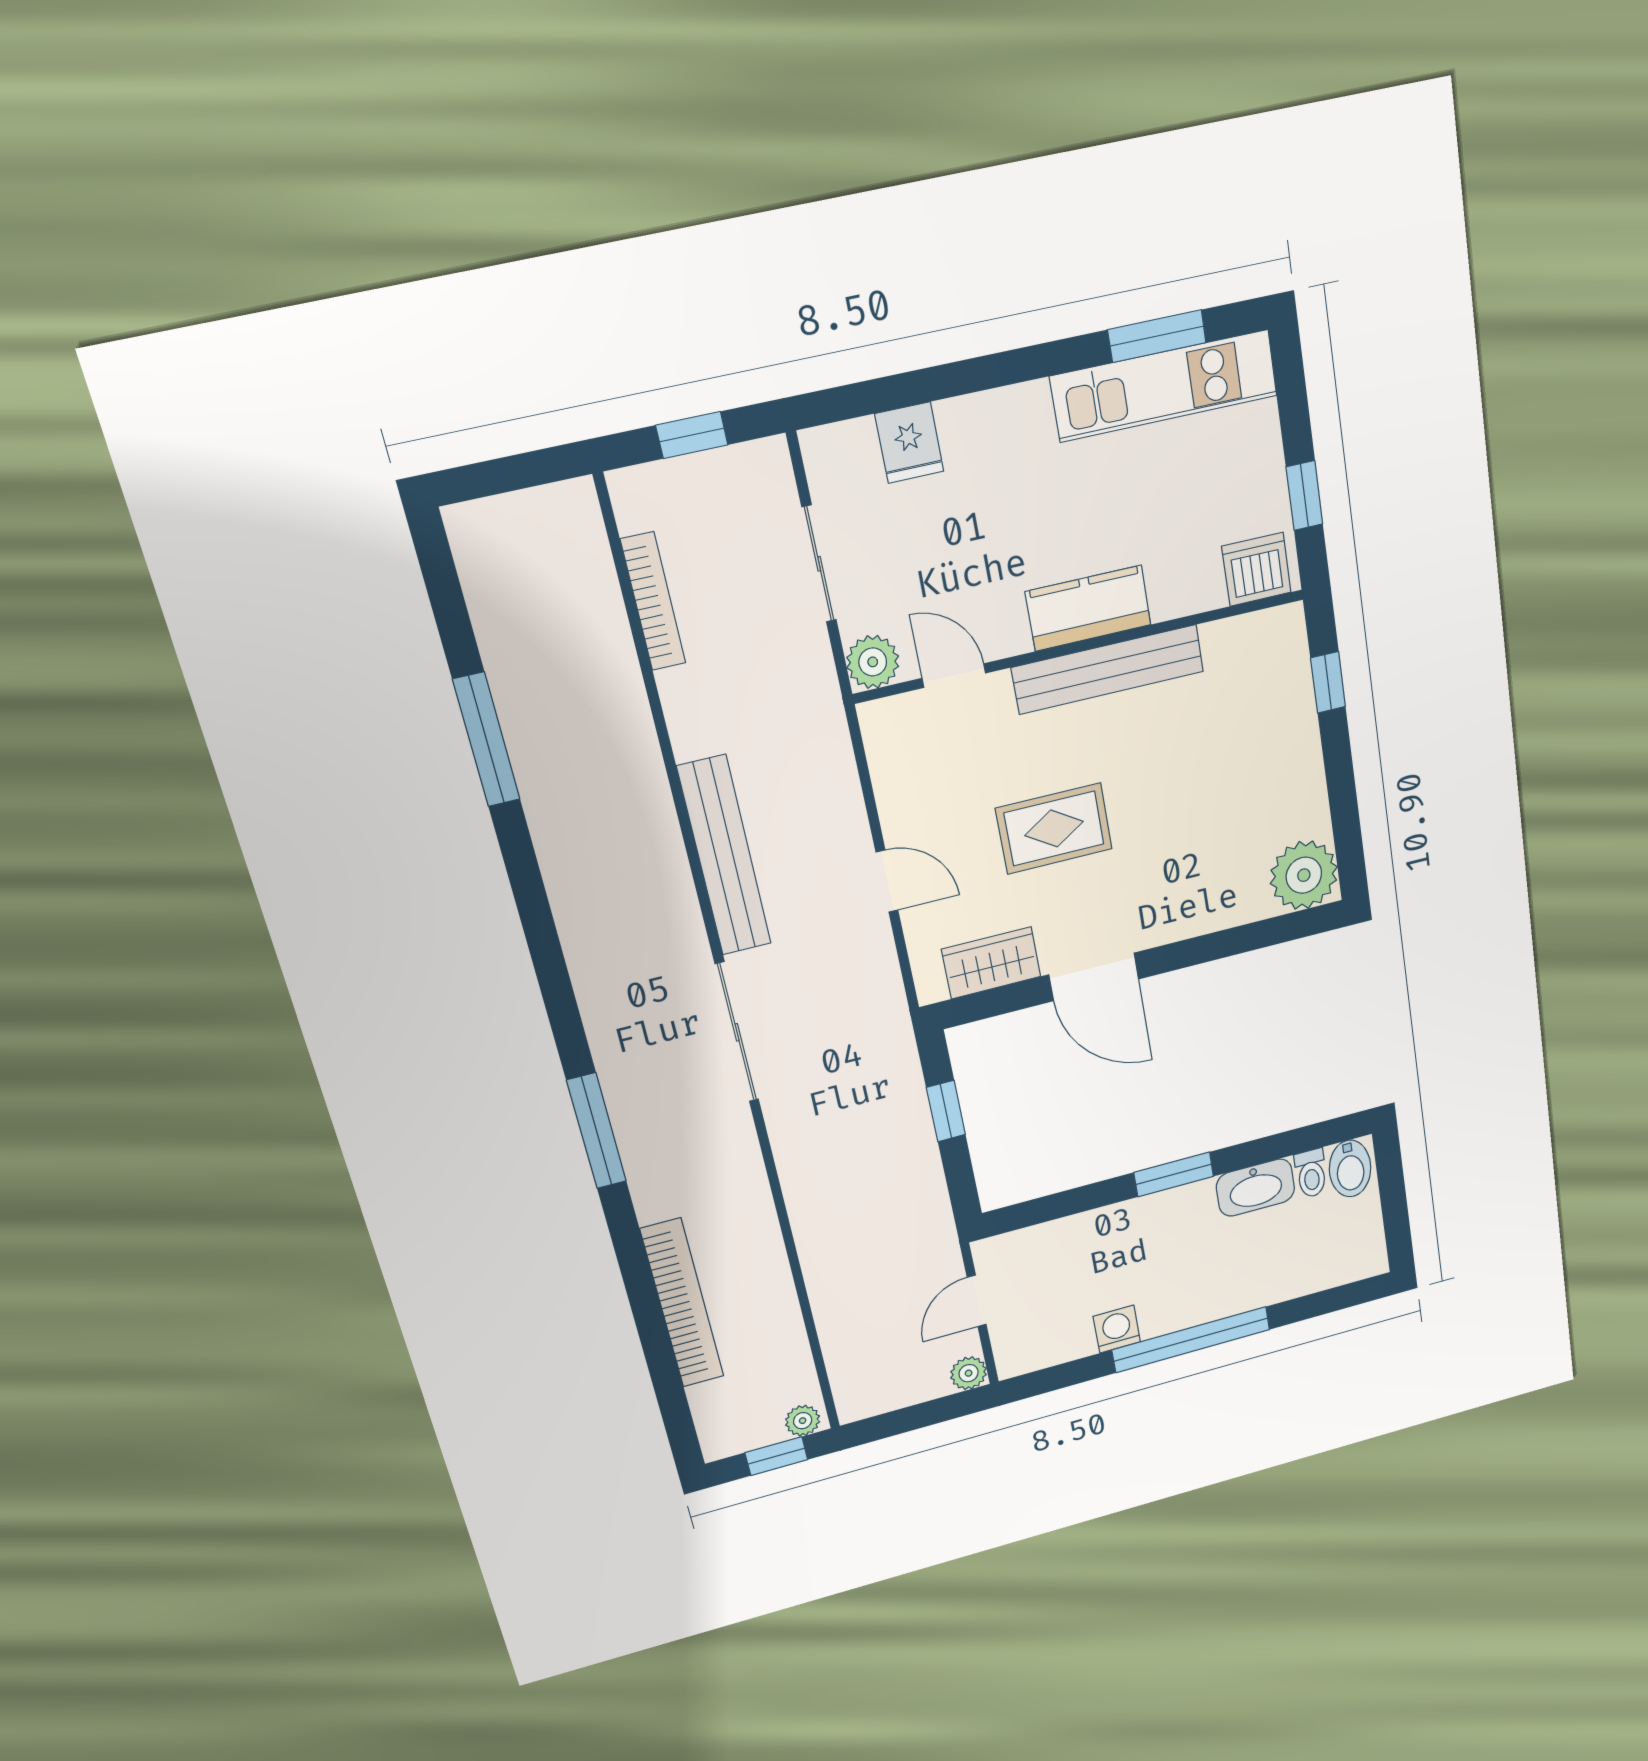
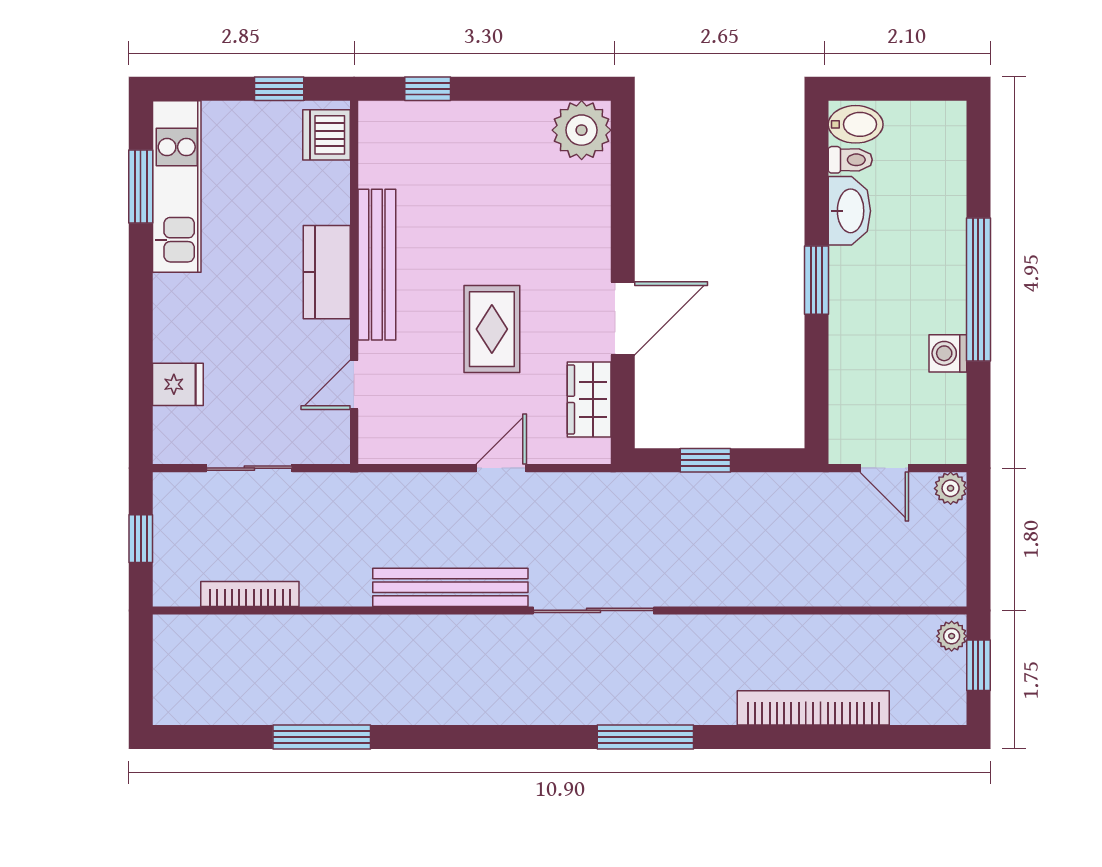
plant: (873, 662) -> (330, 444), removed

